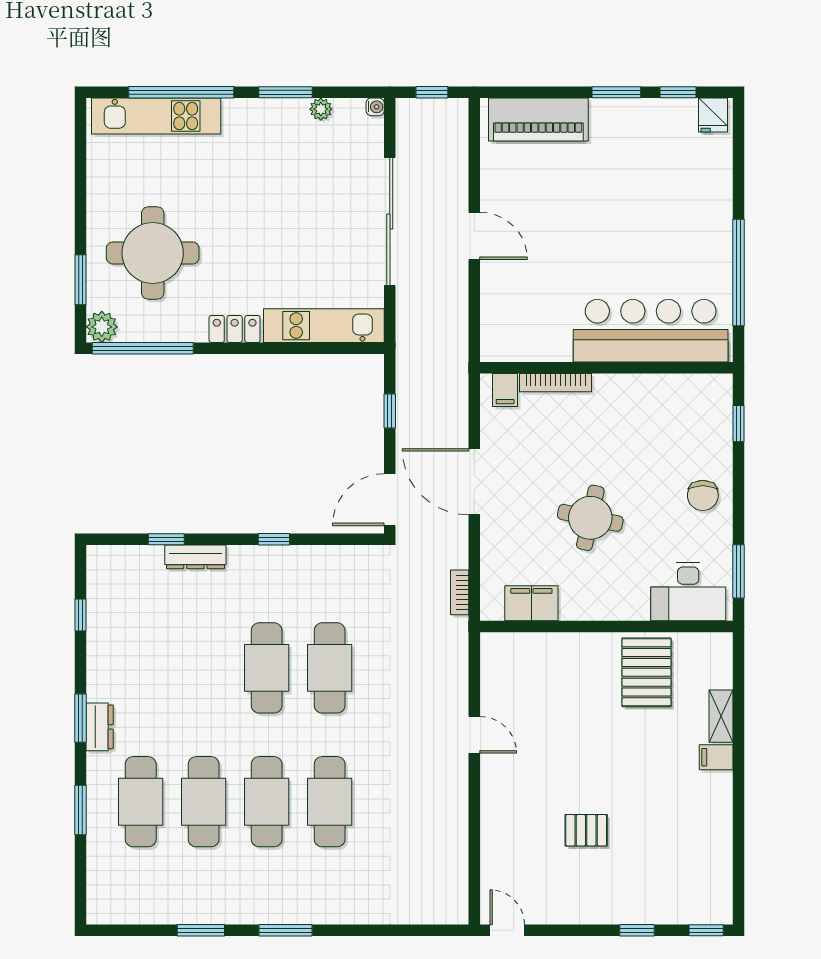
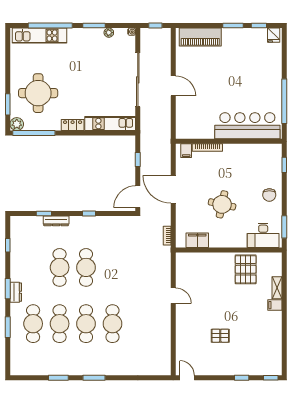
cafe table: (330, 668) -> (60, 267), moved

